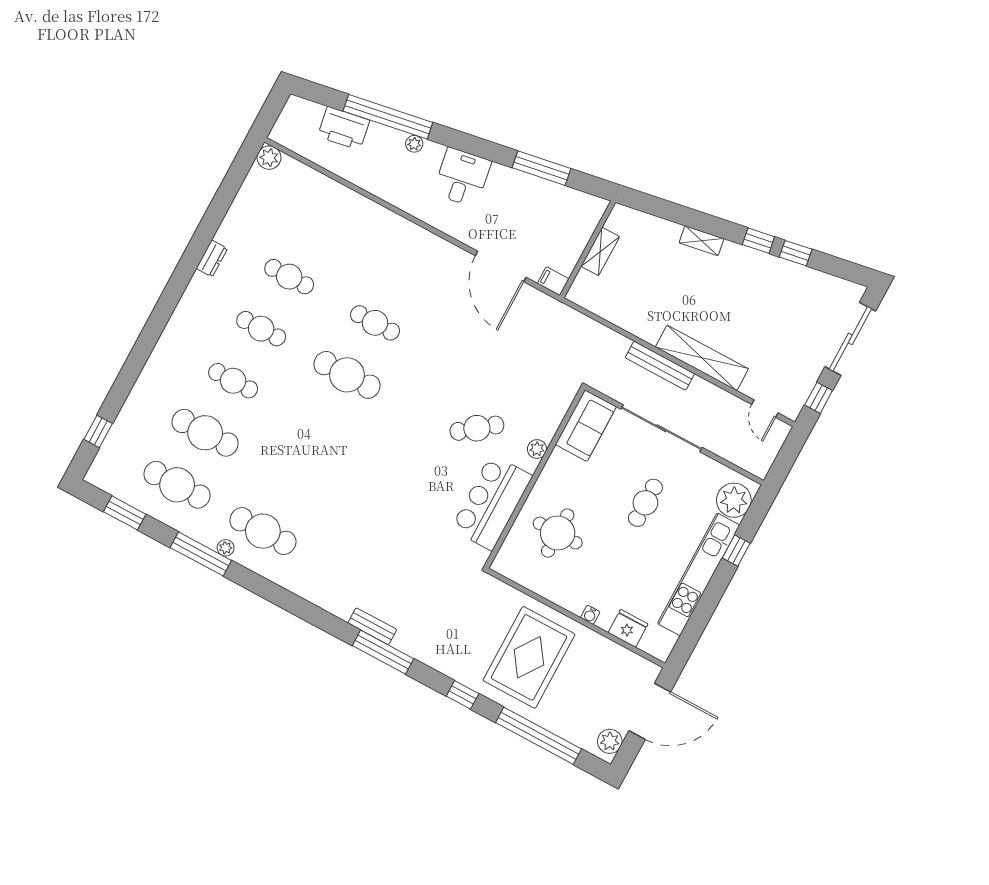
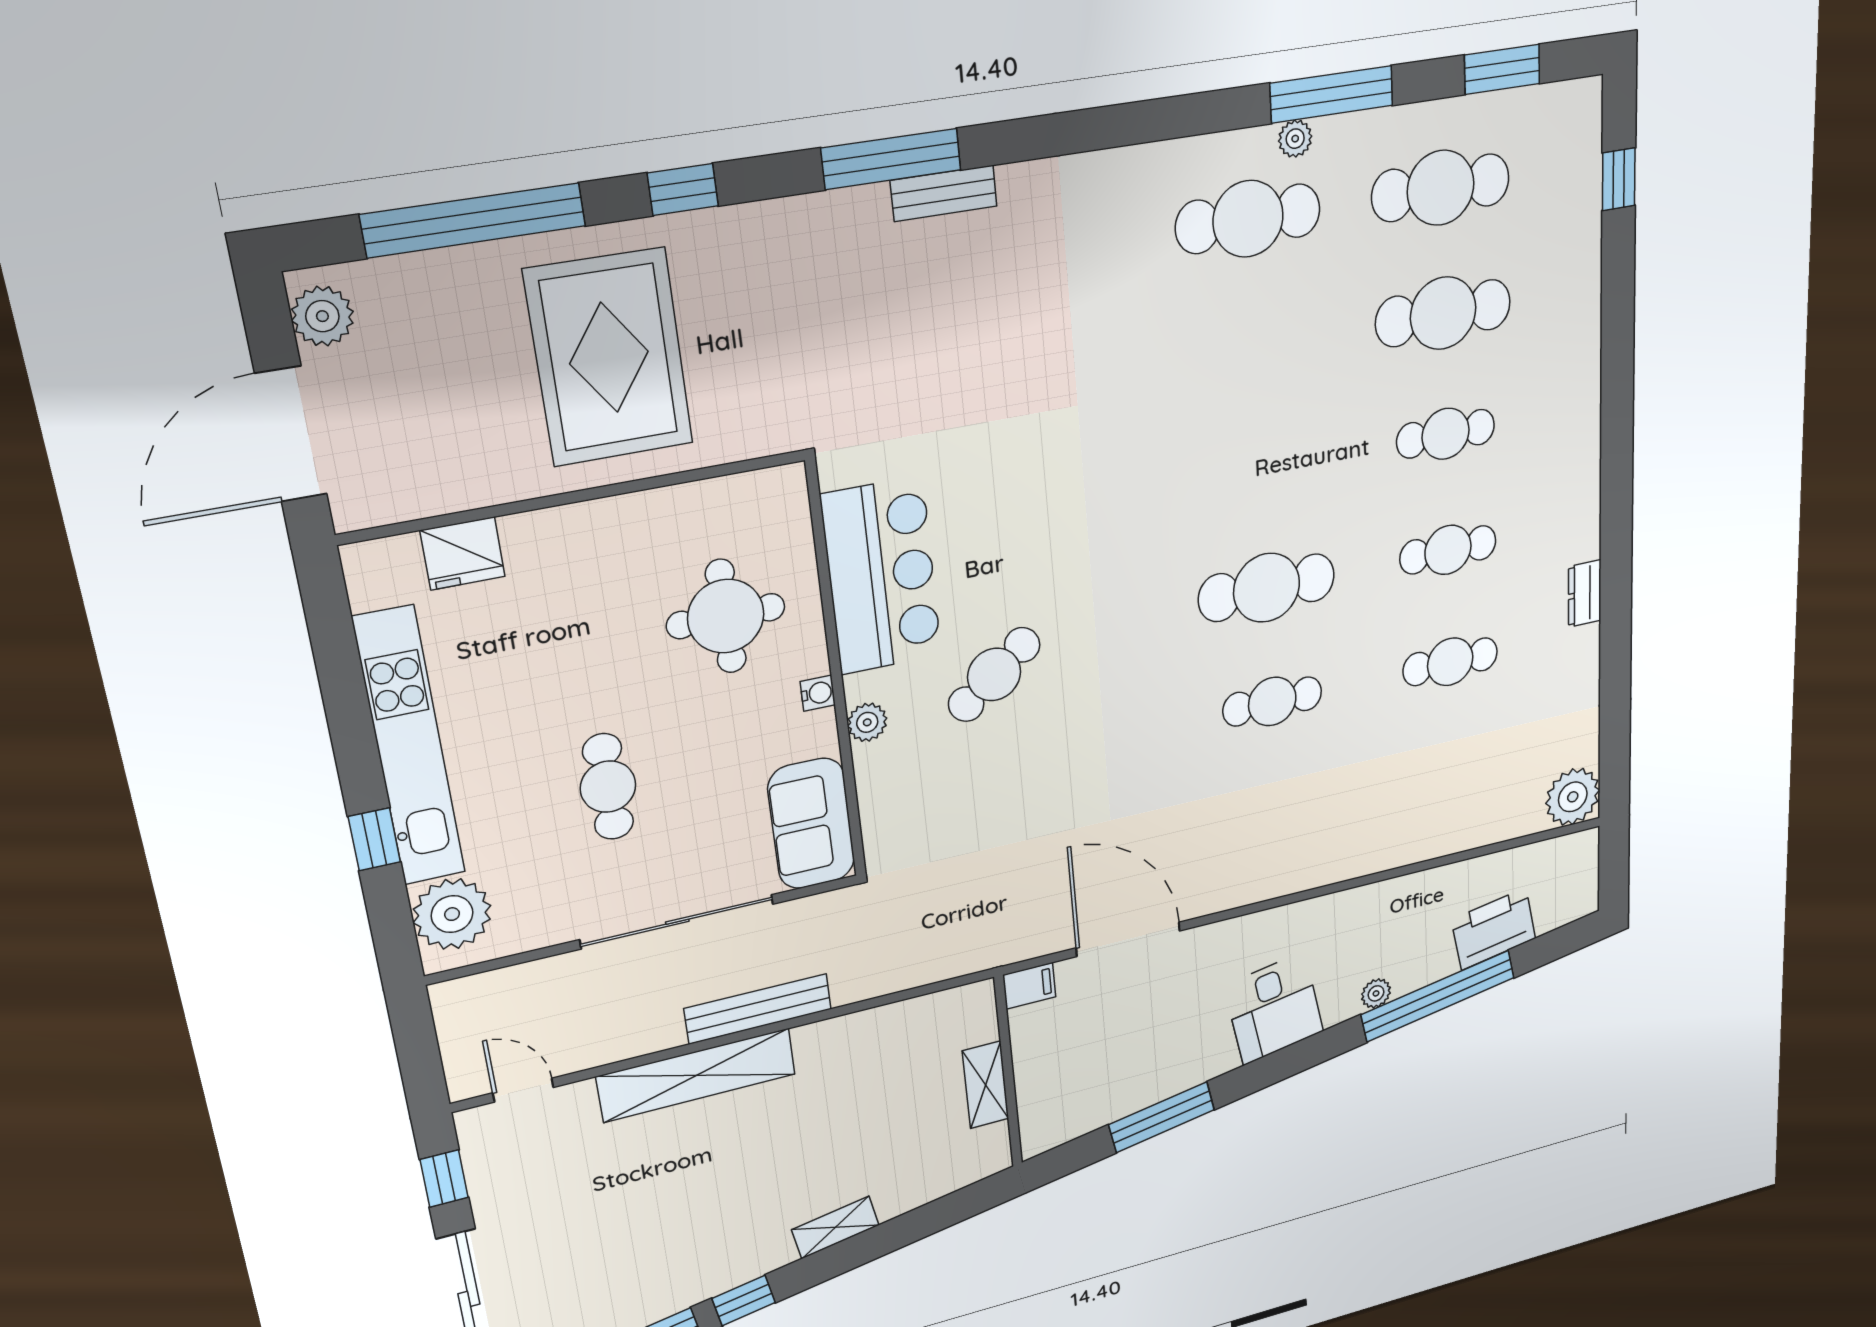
plant: (269, 158) -> (1573, 797), width x1.36, depth x1.36
water cooler: (590, 615) -> (818, 693), moved, turned 90

